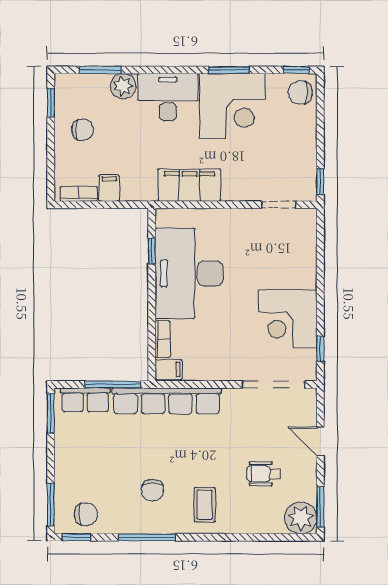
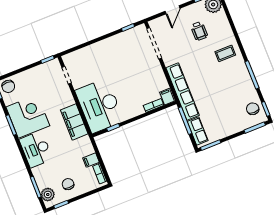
plant: (123, 86) -> (48, 194), moved
desk: (189, 273) -> (100, 106), moved, turned 90
corner desk: (288, 319) -> (120, 49), removed
chair: (152, 490) -> (228, 81), removed

